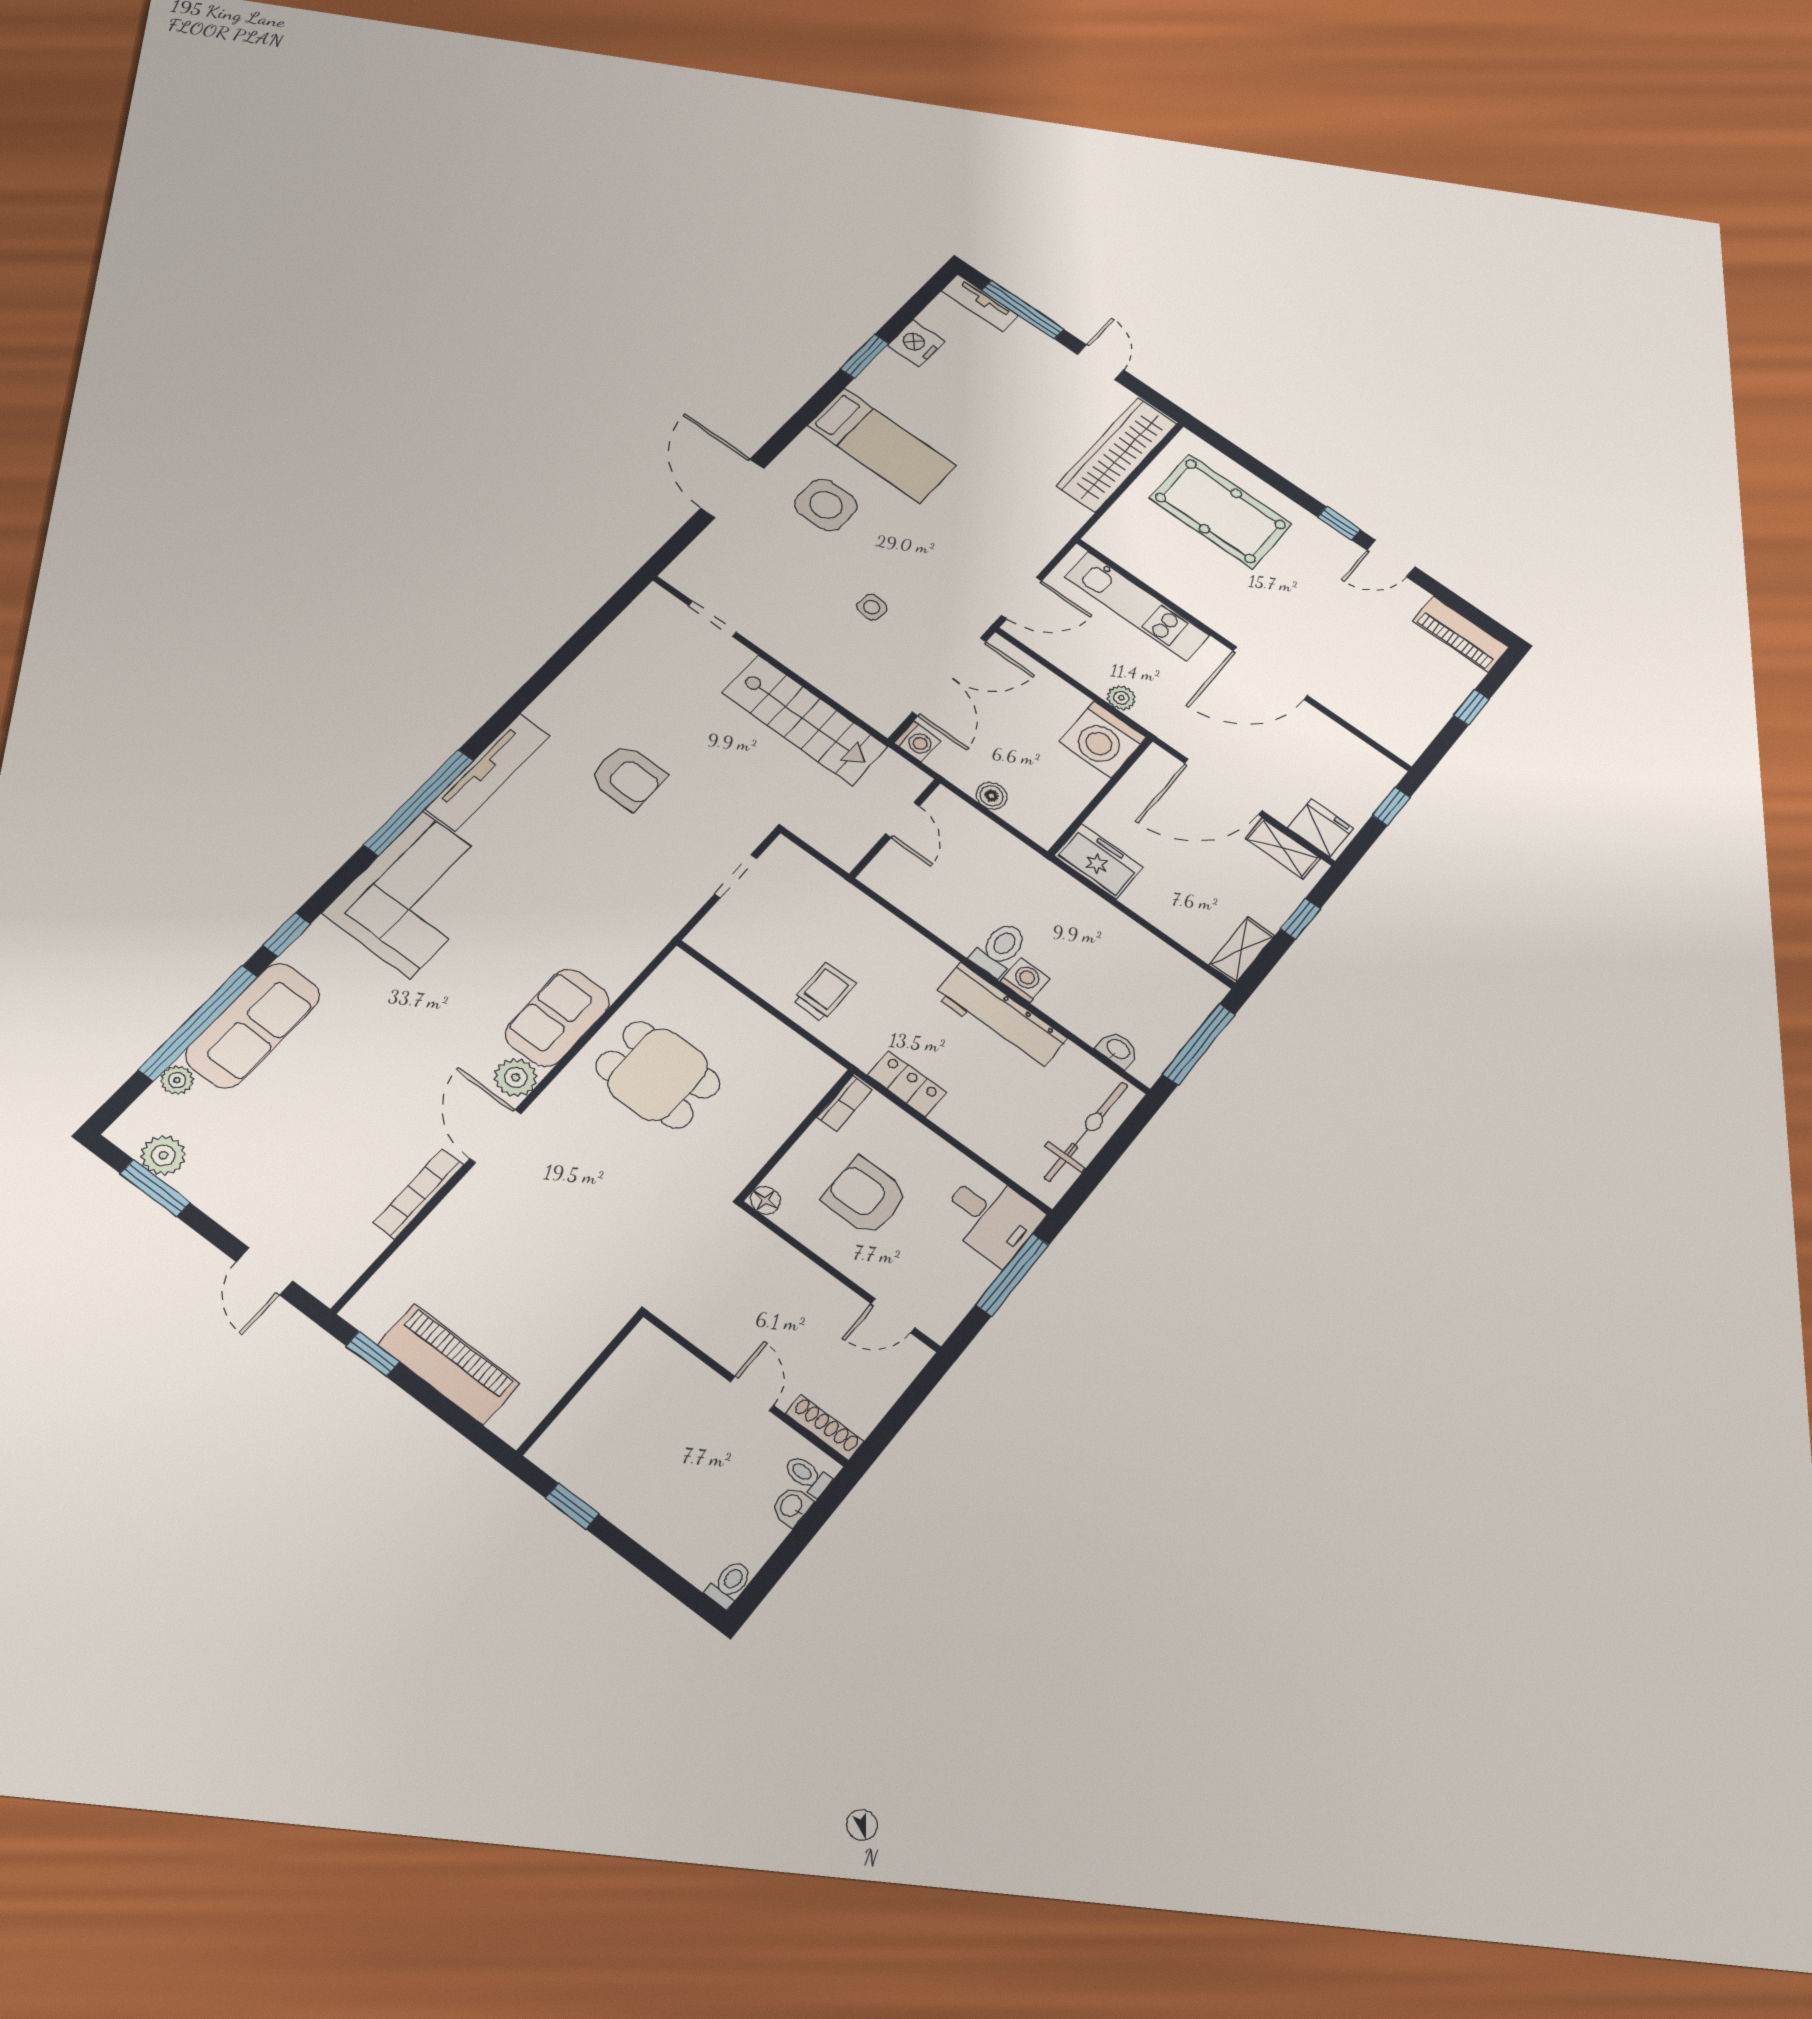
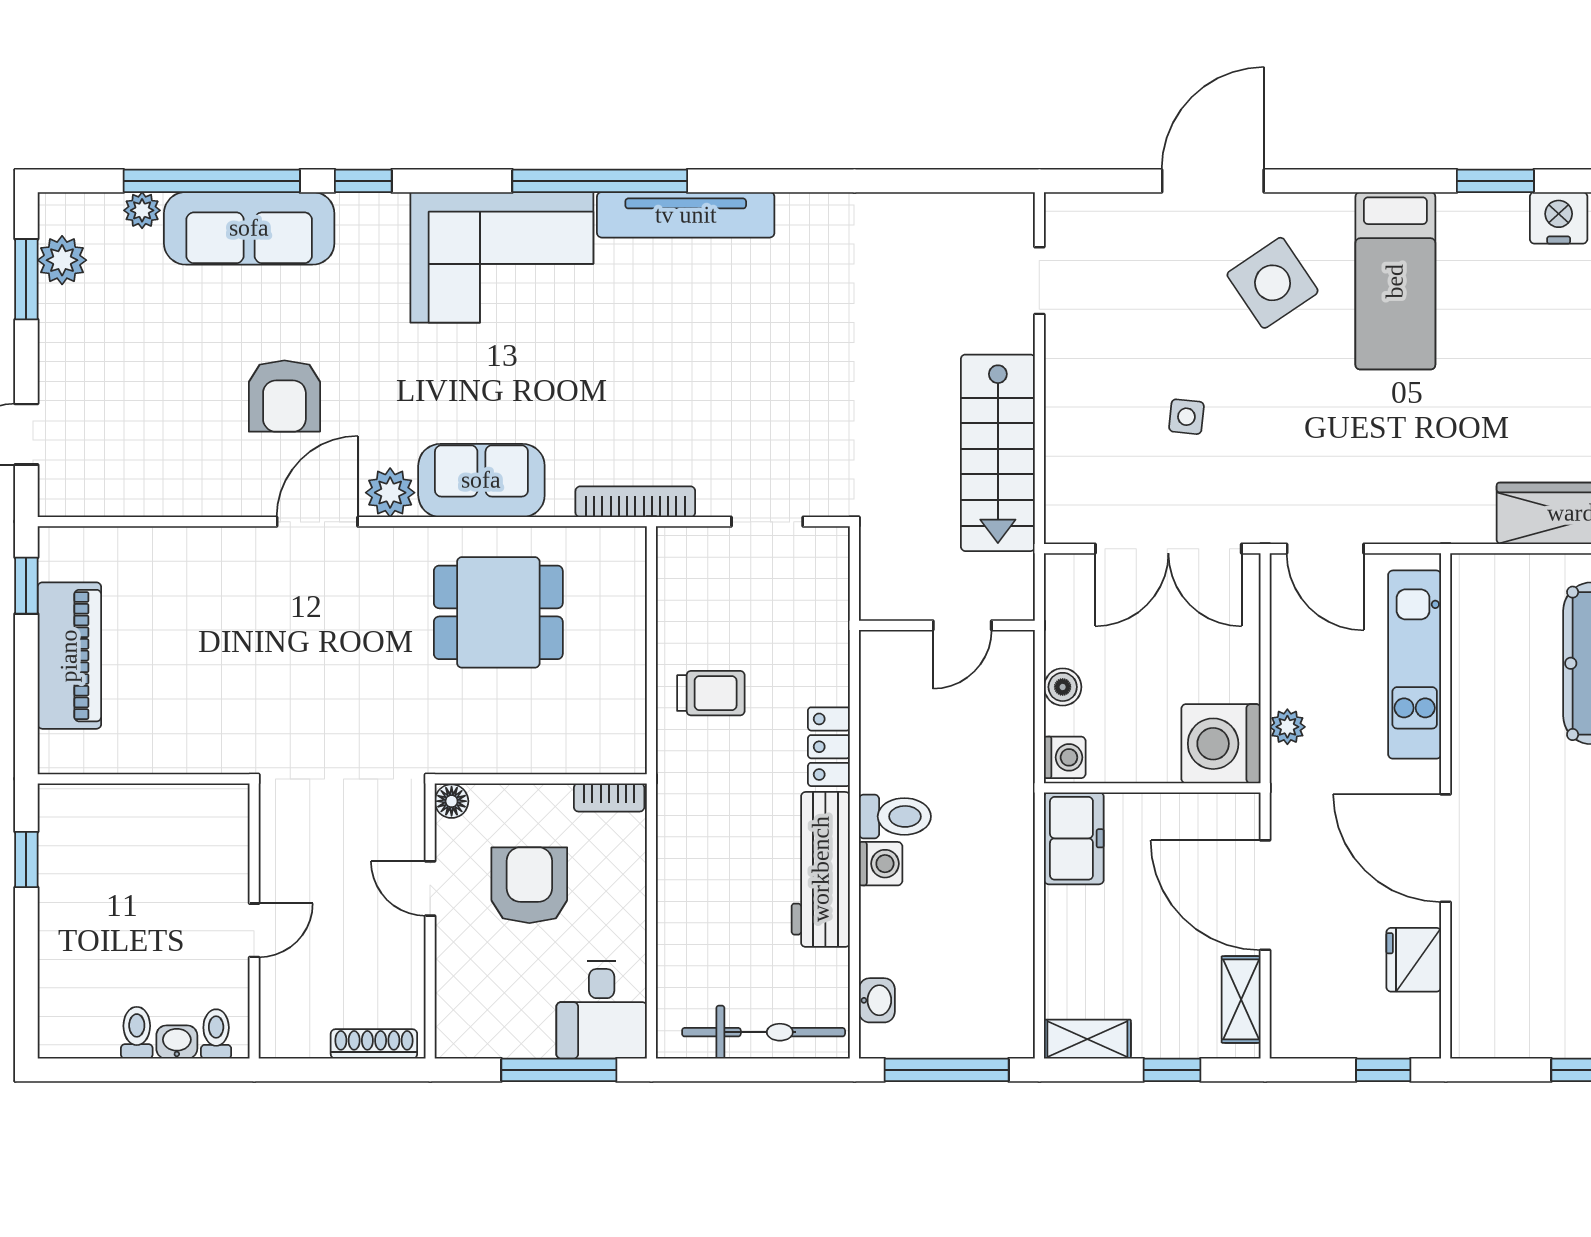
side table: (826, 505) -> (1273, 283), turned -34
washing machine: (917, 742) -> (1065, 757), moved, turned -90
armchair: (627, 777) -> (284, 396), moved
fridge: (1320, 828) -> (1414, 960), moved, turned 180
dining table: (658, 1075) -> (498, 612), turned 90
locker: (907, 1084) -> (829, 747), moved, turned 180
bookcase: (419, 1194) -> (635, 502), moved
door: (893, 1316) -> (430, 888), moved
shoe rack: (825, 1427) -> (374, 1044), moved, turned -90
toilet: (729, 1584) -> (137, 1033), moved, turned -90

